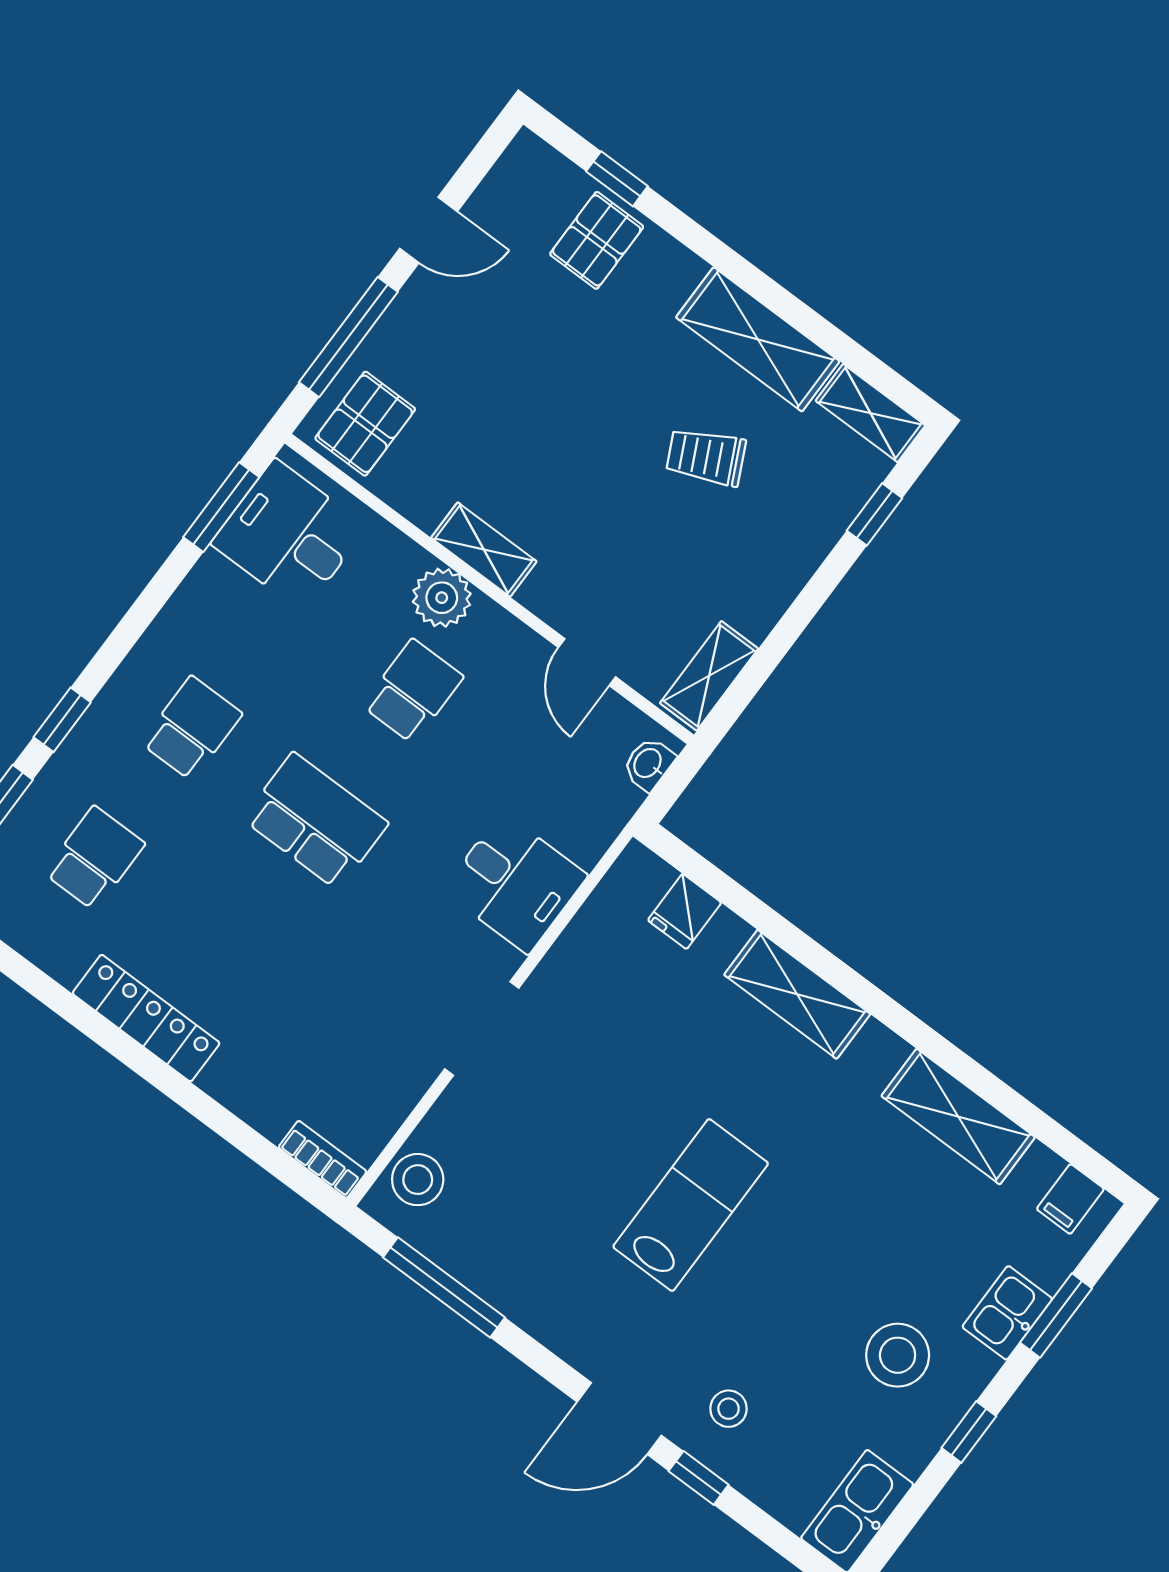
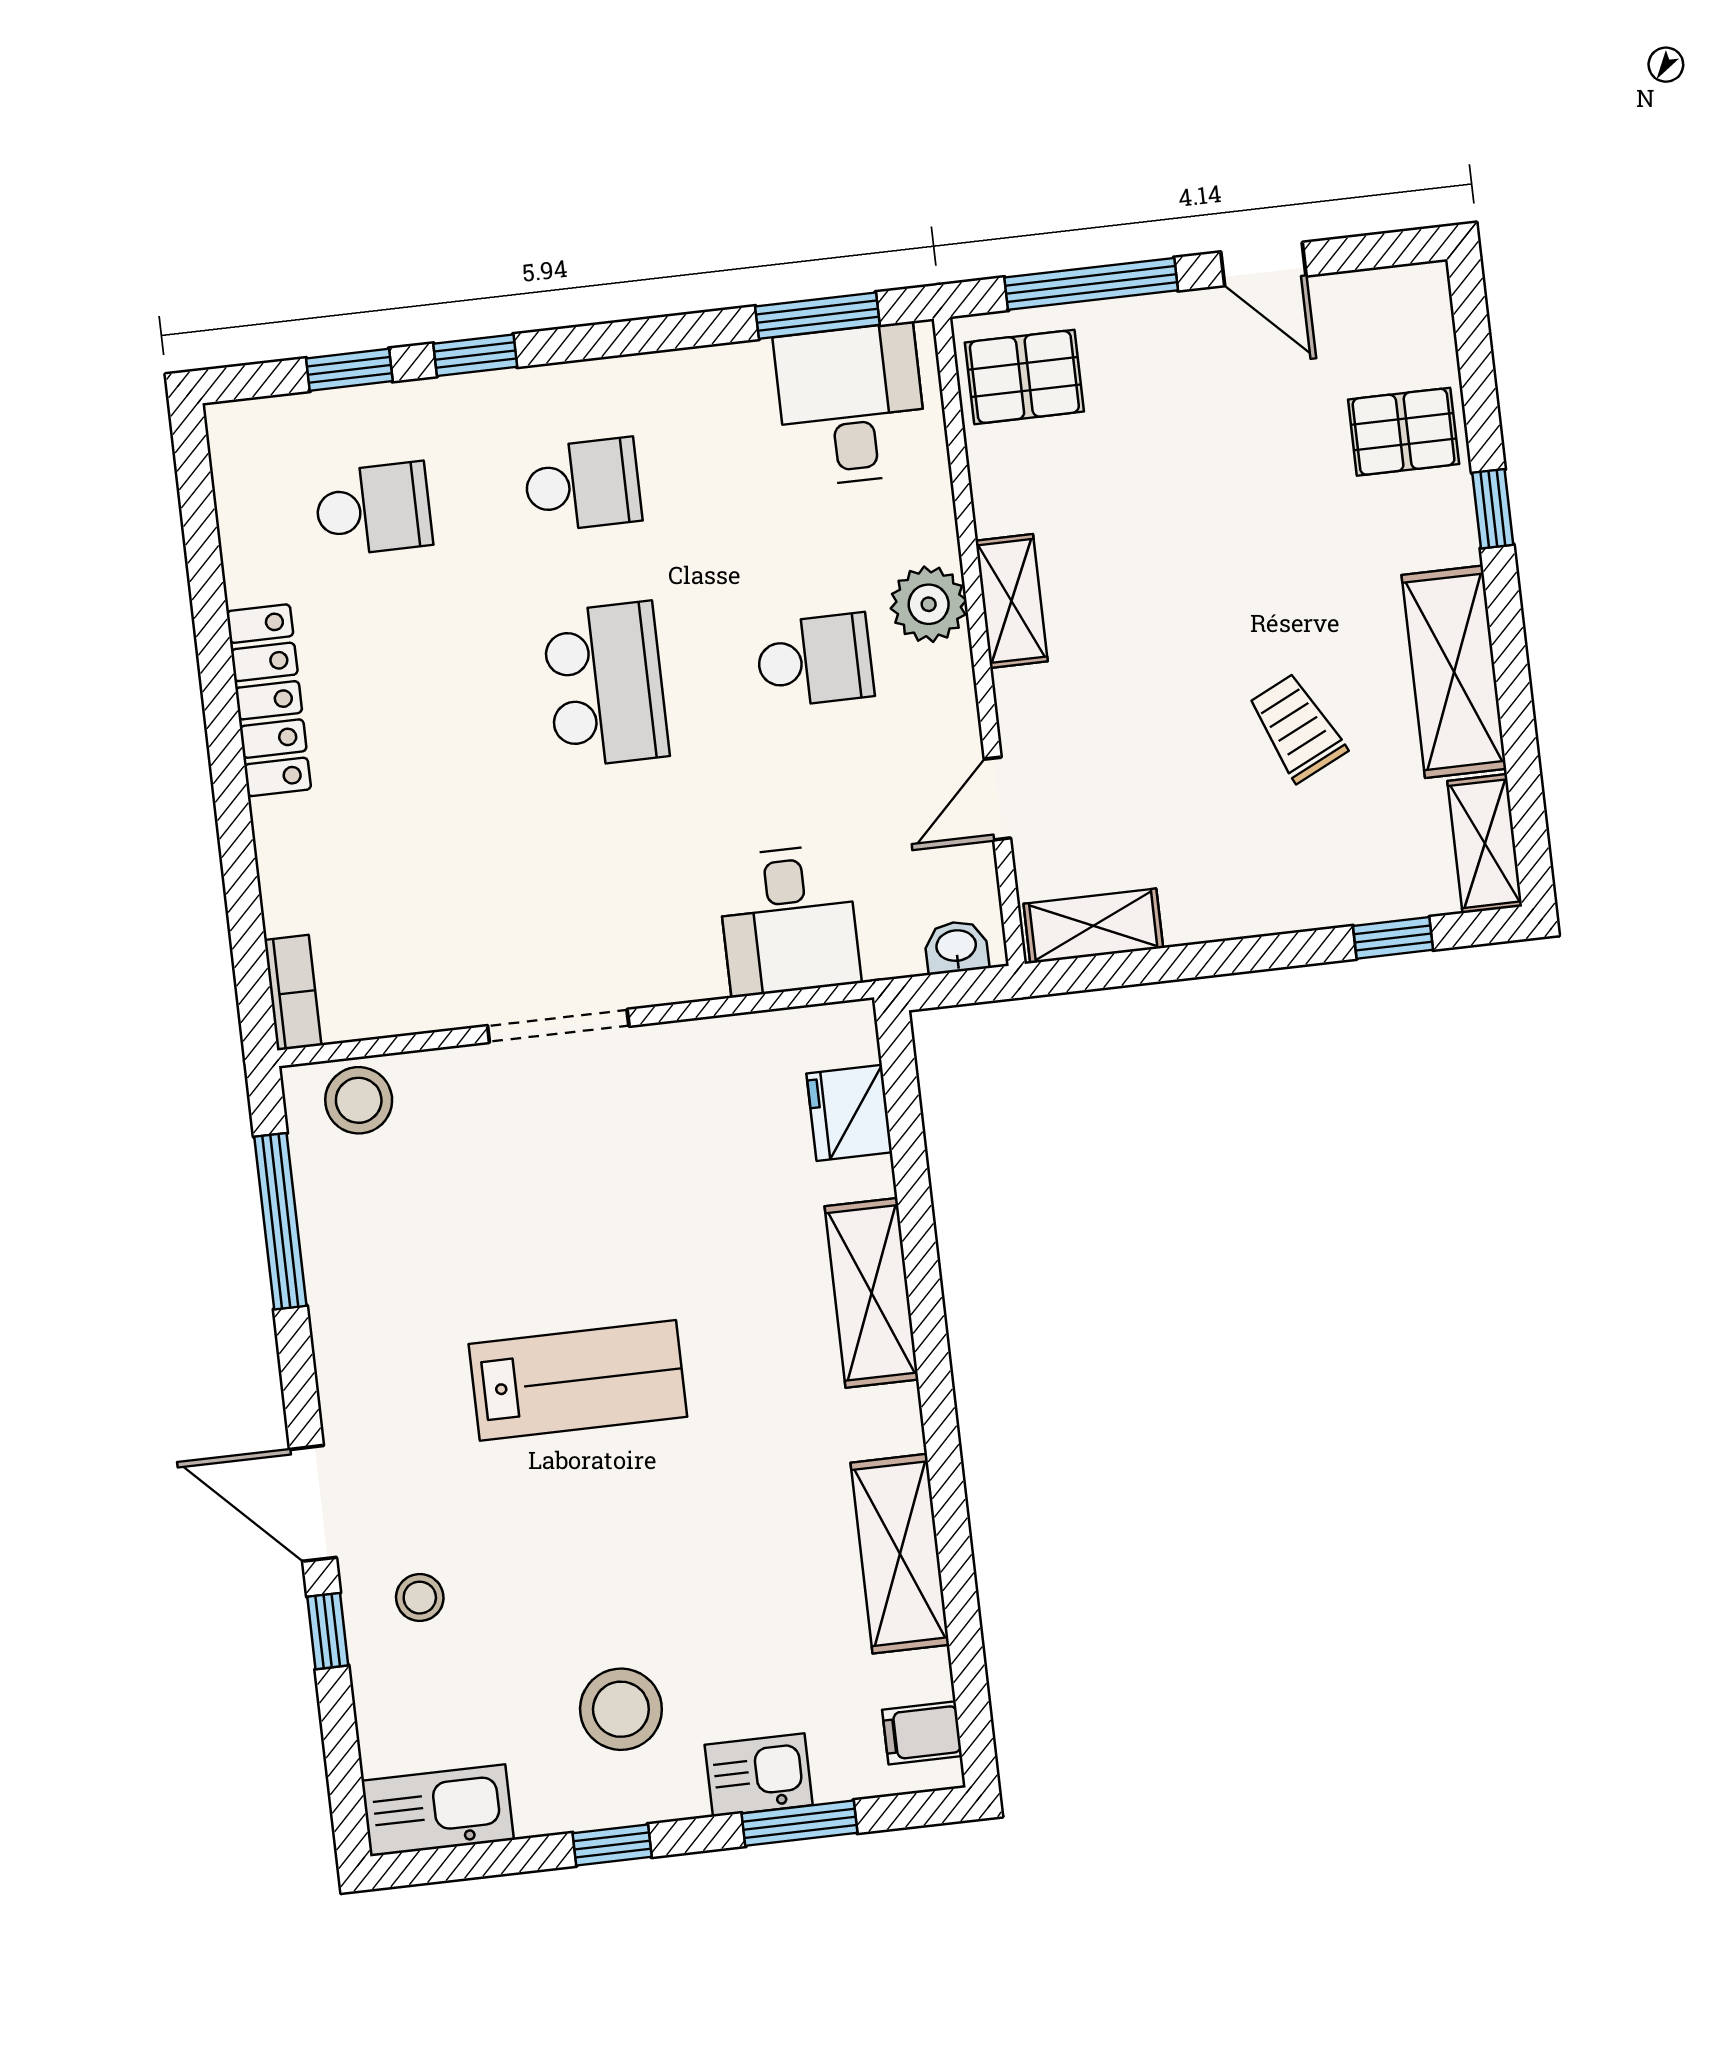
window: (617, 179) -> (1493, 509), moved
desk: (515, 883) -> (789, 920), moved
fridge: (685, 911) -> (849, 1113), width x1.38

